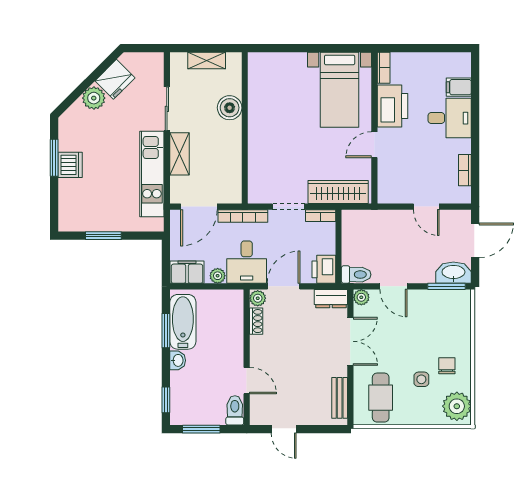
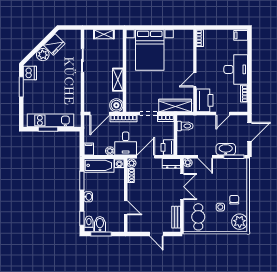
filing cabinet: (459, 87) -> (241, 35), moved
bed with nightstands: (340, 90) -> (150, 50), moved, width x1.36
printer: (393, 106) -> (205, 100), moved
boiler: (230, 108) -> (116, 105), moved
desk: (450, 118) -> (236, 69), width x1.37
shelving: (180, 154) -> (118, 80), moved
dishwasher: (70, 165) -> (30, 73), moved
kitchen unit: (152, 174) -> (51, 120), moved, turned 90
door: (426, 207) -> (223, 113), hinge flipped
filing cabinet: (187, 272) -> (89, 149), width x0.50
washbasin: (453, 273) -> (226, 149), moved
toilet: (356, 275) -> (185, 126), moved
washing machine: (235, 298) -> (119, 163), added
bathtub: (183, 322) -> (99, 165), moved, turned 90
toilet: (235, 410) -> (89, 224), moved
bidet: (199, 411) -> (100, 224), added
door: (284, 429) -> (156, 234), moved

